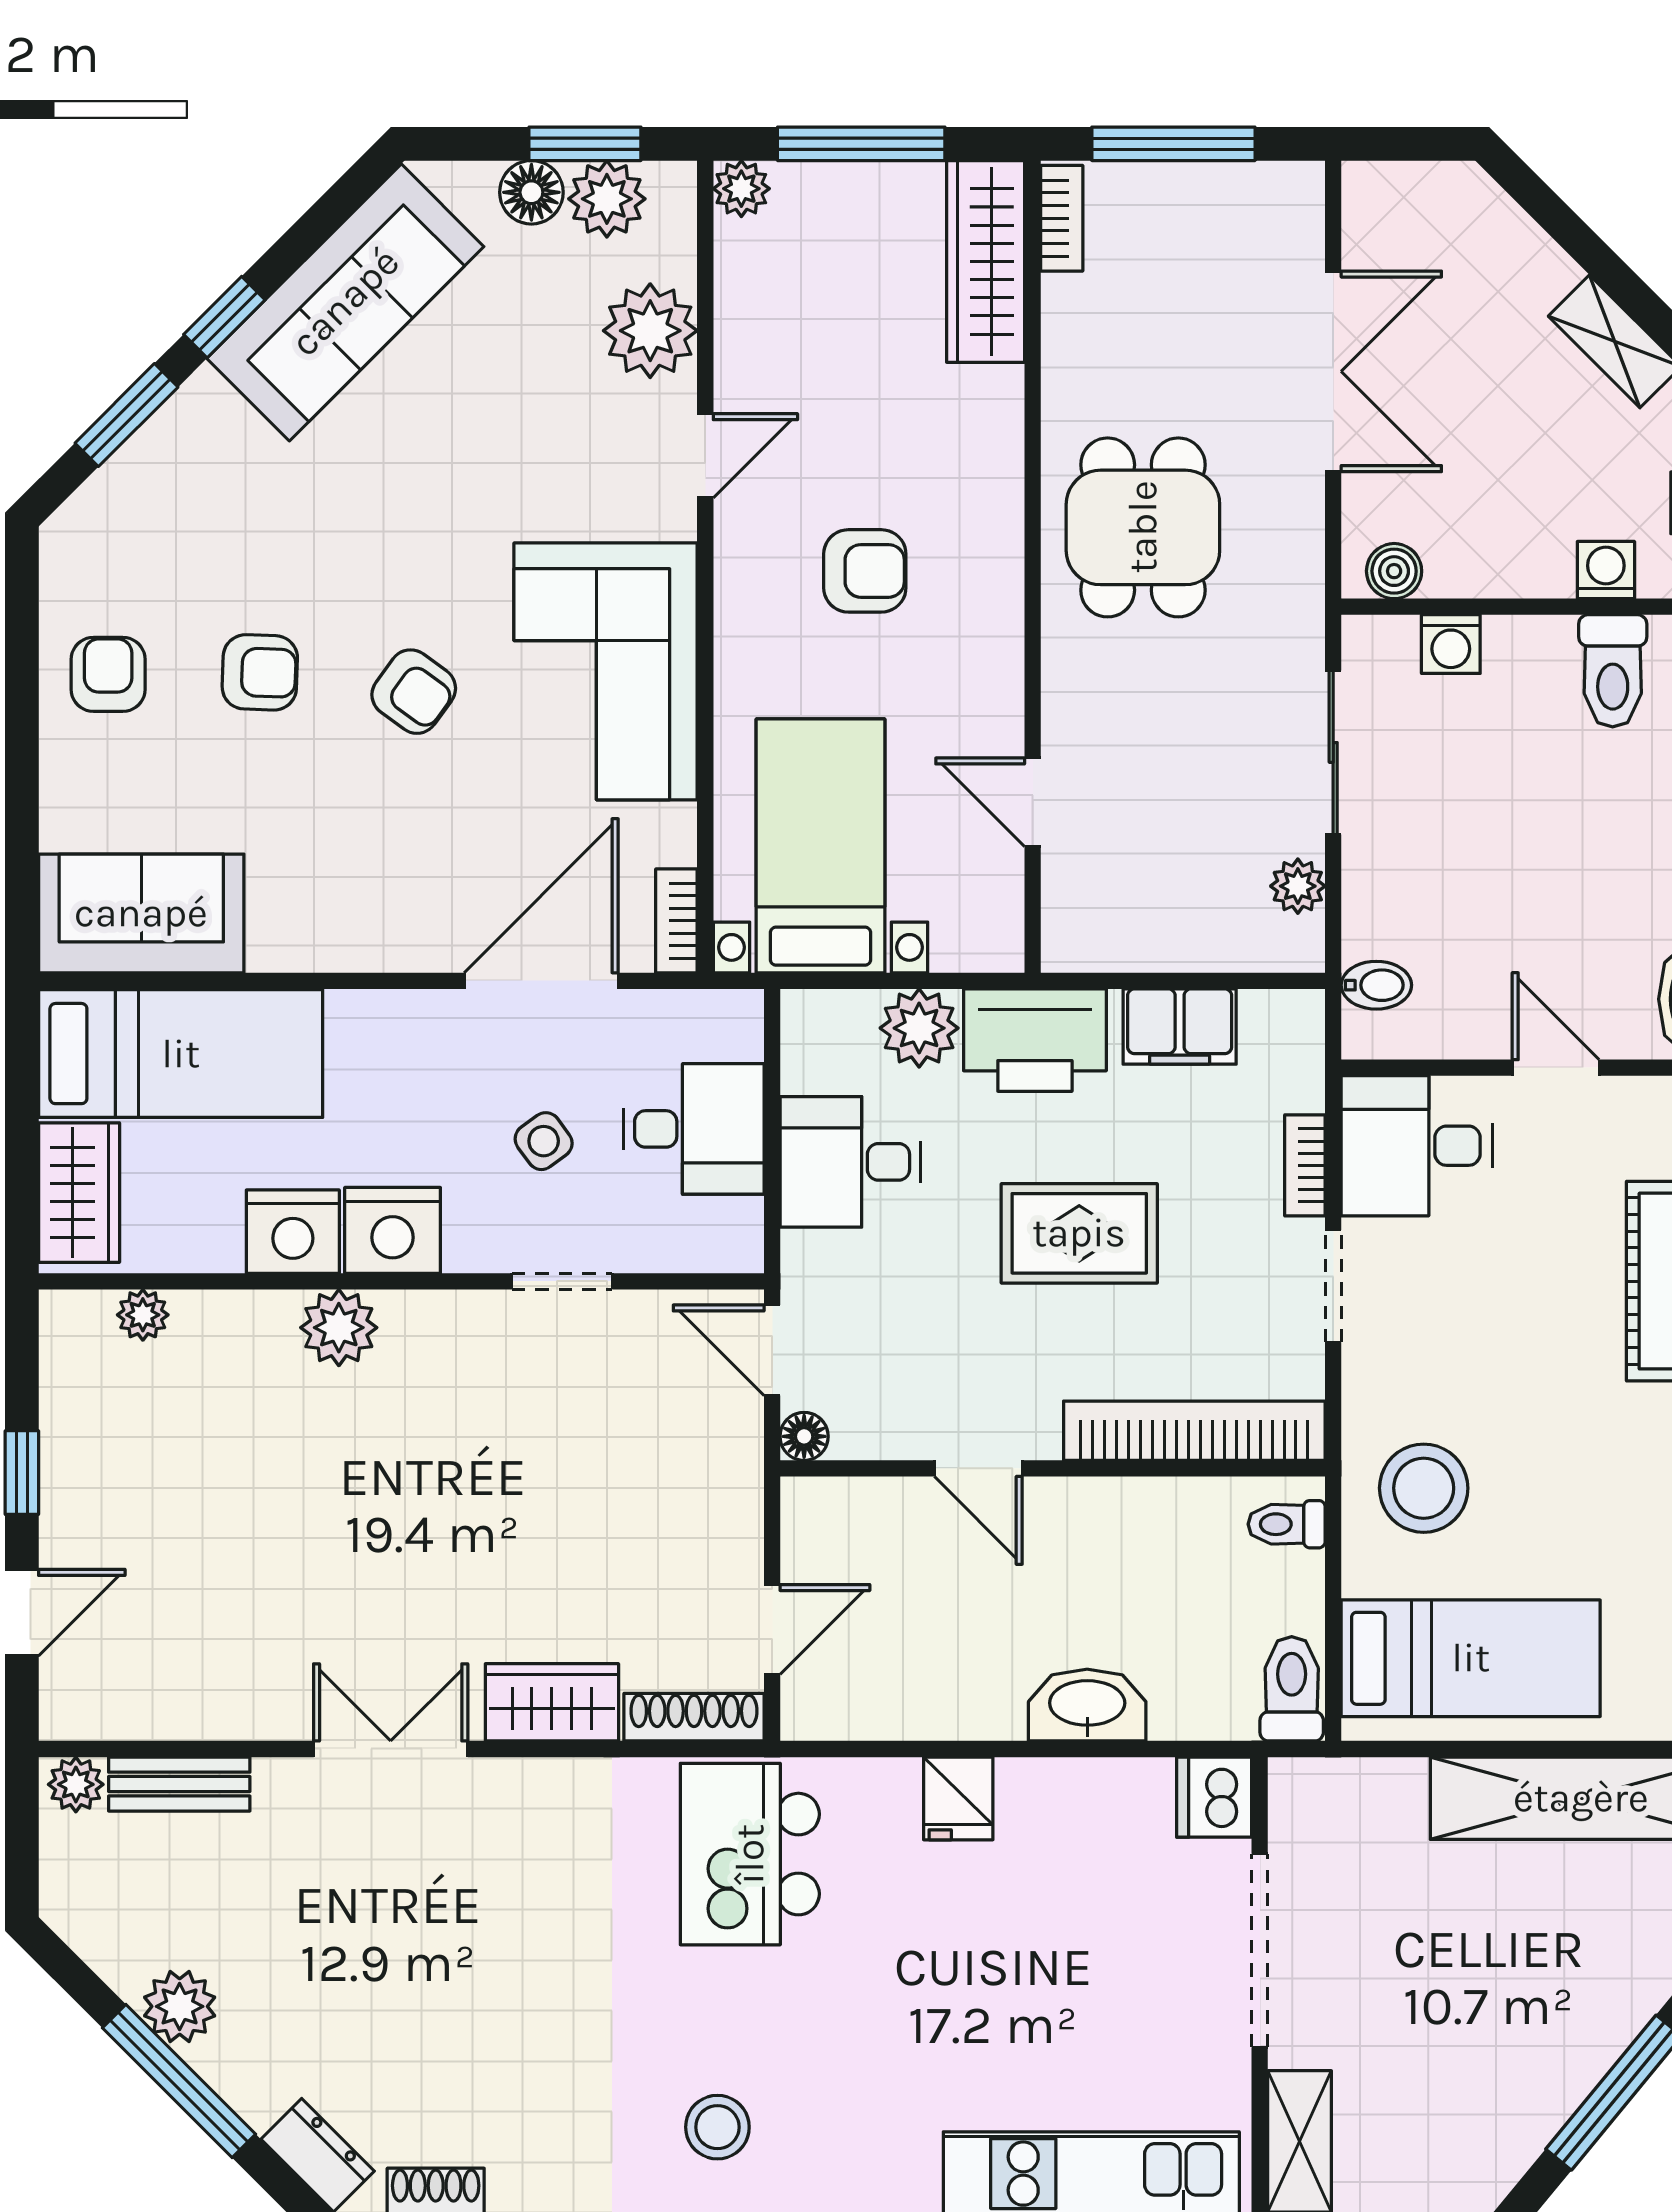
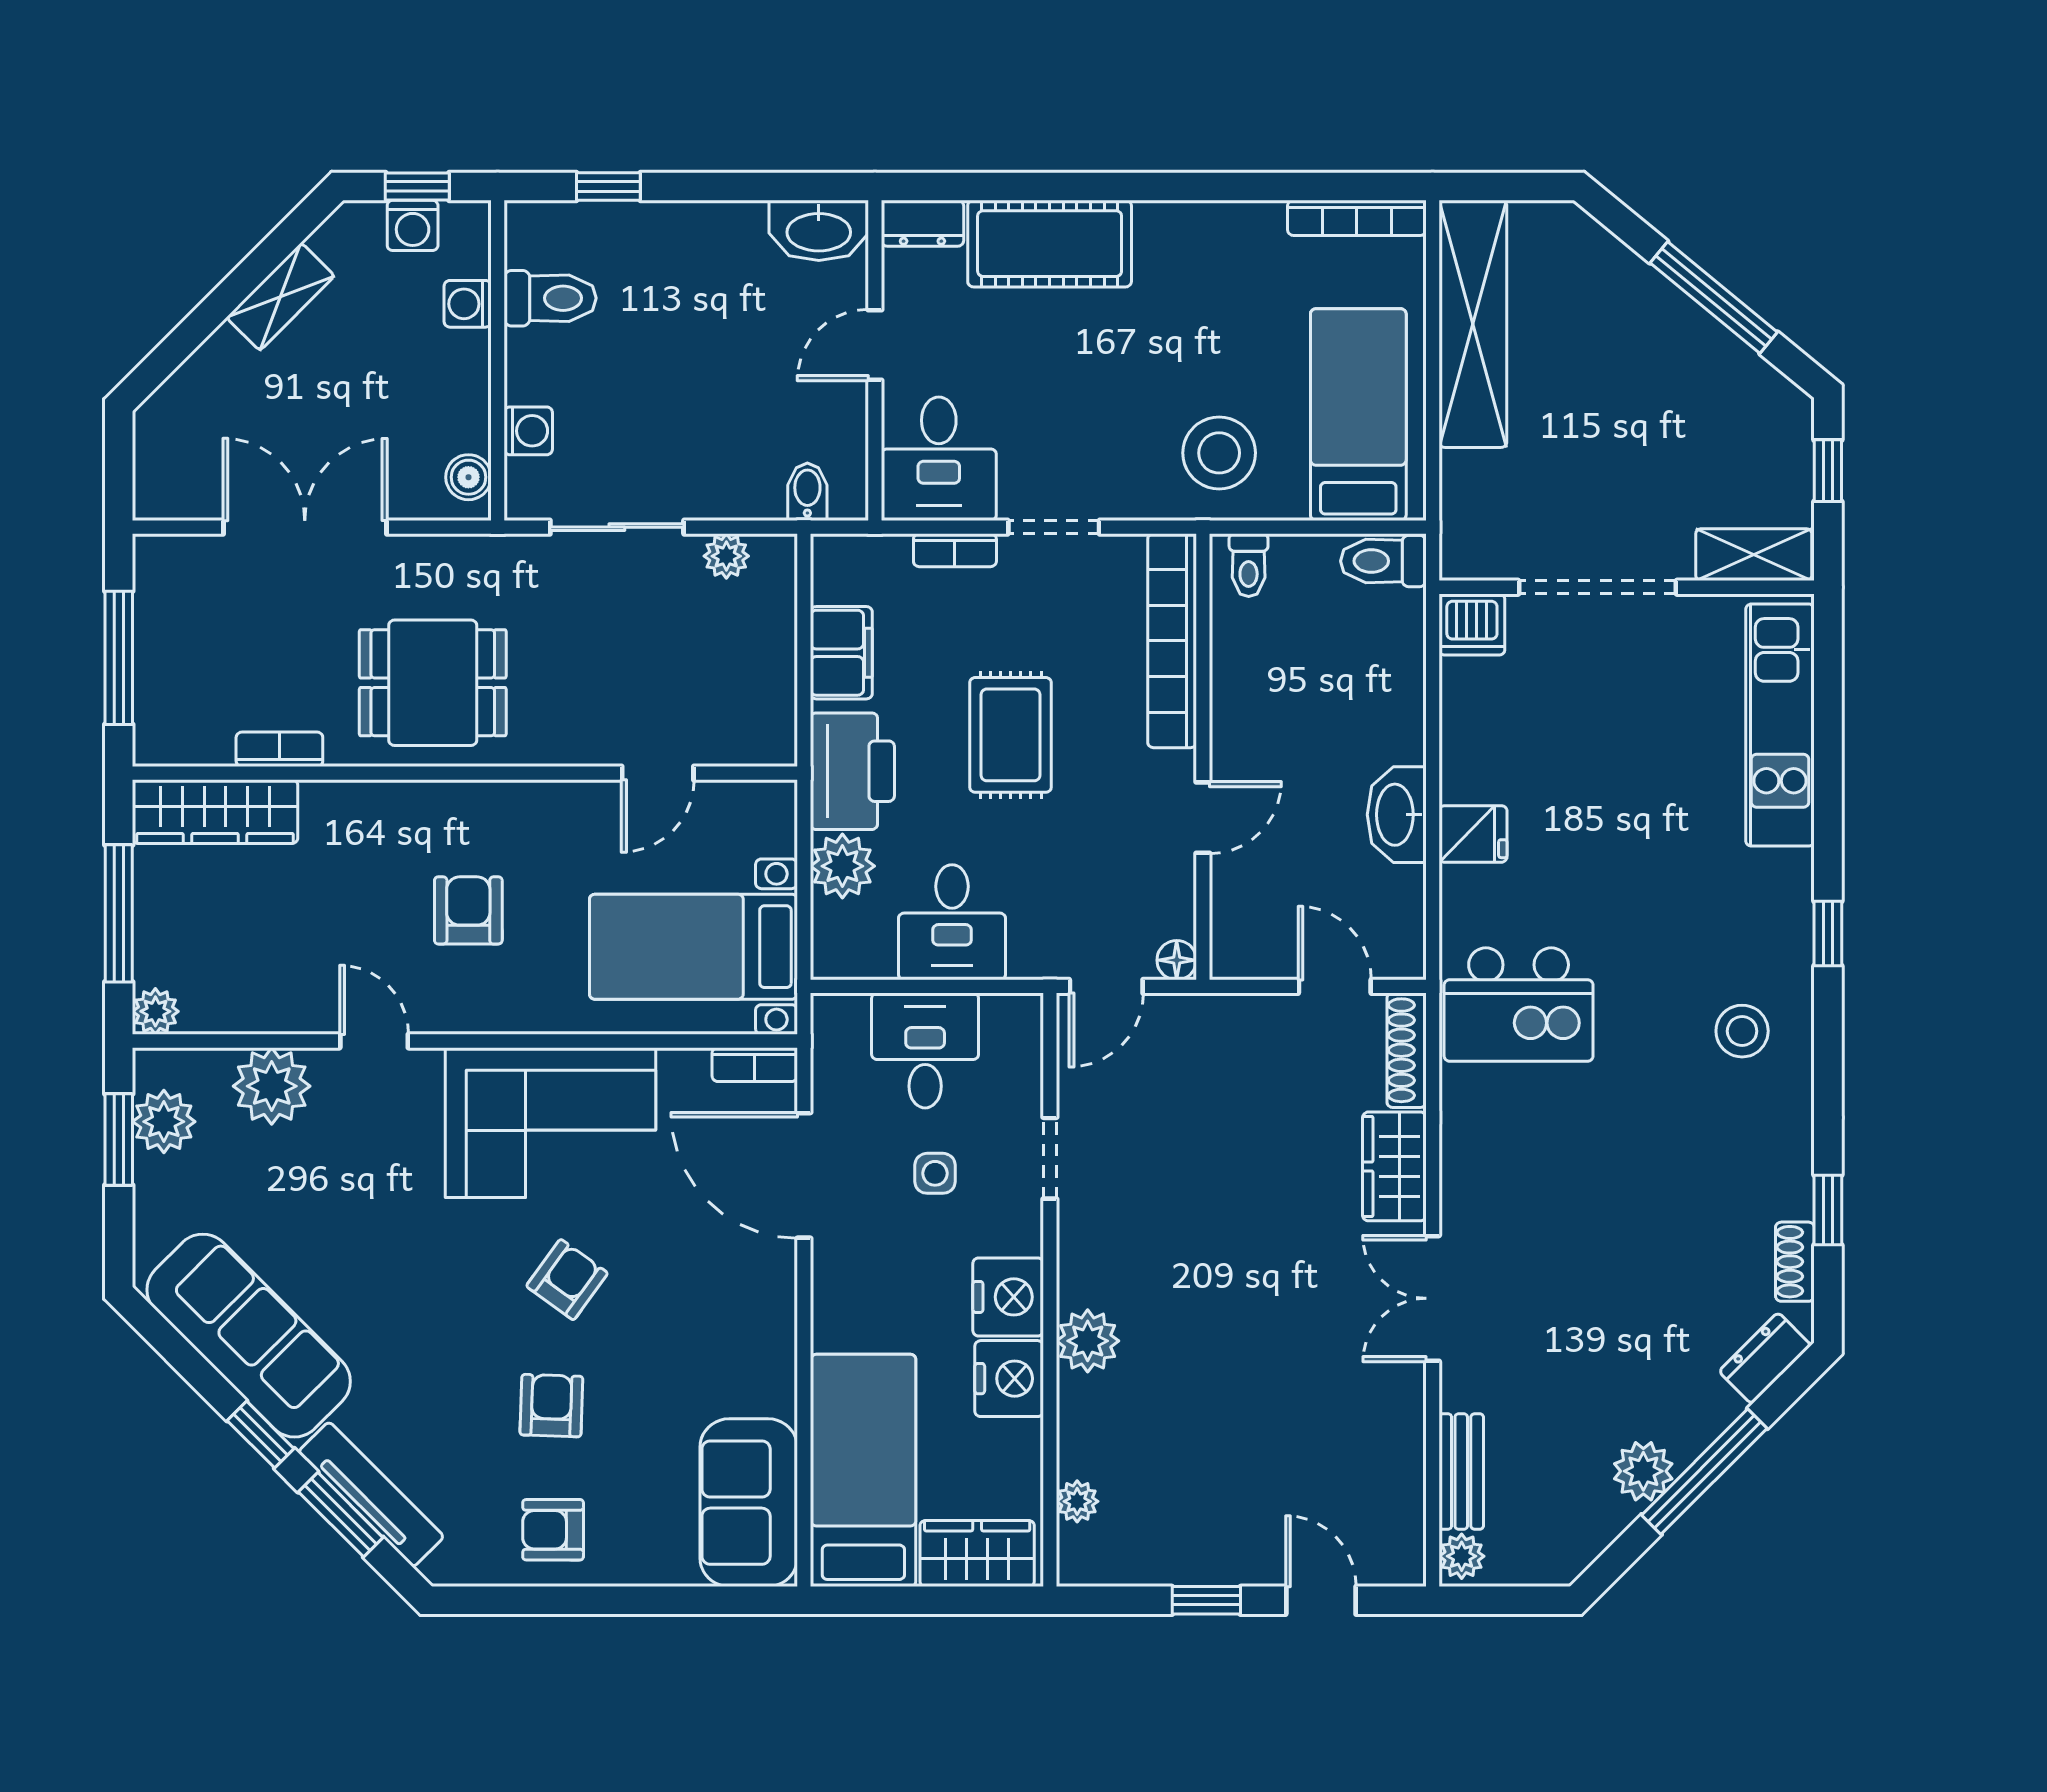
floor lamp: (531, 192) -> (158, 1183), removed
bookcase: (1062, 218) -> (279, 749), moved
tv unit: (151, 452) -> (371, 1494), added
side table: (544, 1141) -> (935, 1173), turned 36
washbasin: (1087, 1705) -> (1397, 815), moved

